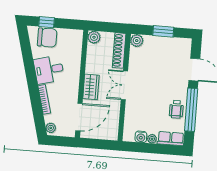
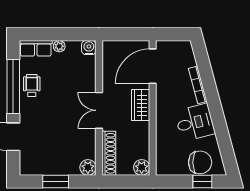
chair: (47, 38) -> (200, 162), turned 180
double door: (124, 85) -> (99, 110), swing flipped
plant: (51, 128) -> (187, 50), removed
water cooler: (141, 137) -> (89, 48), moved

